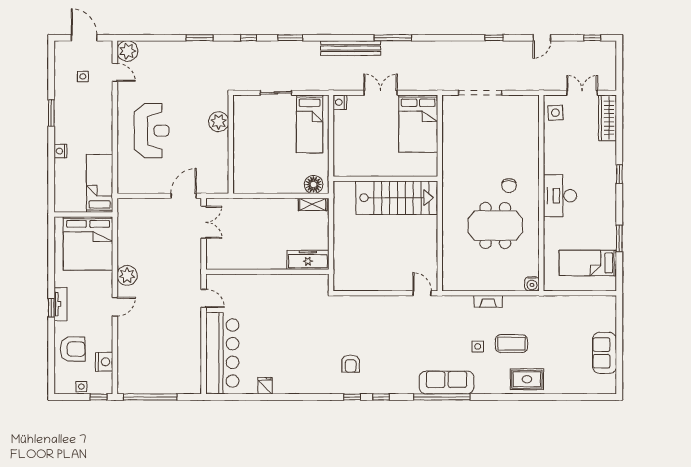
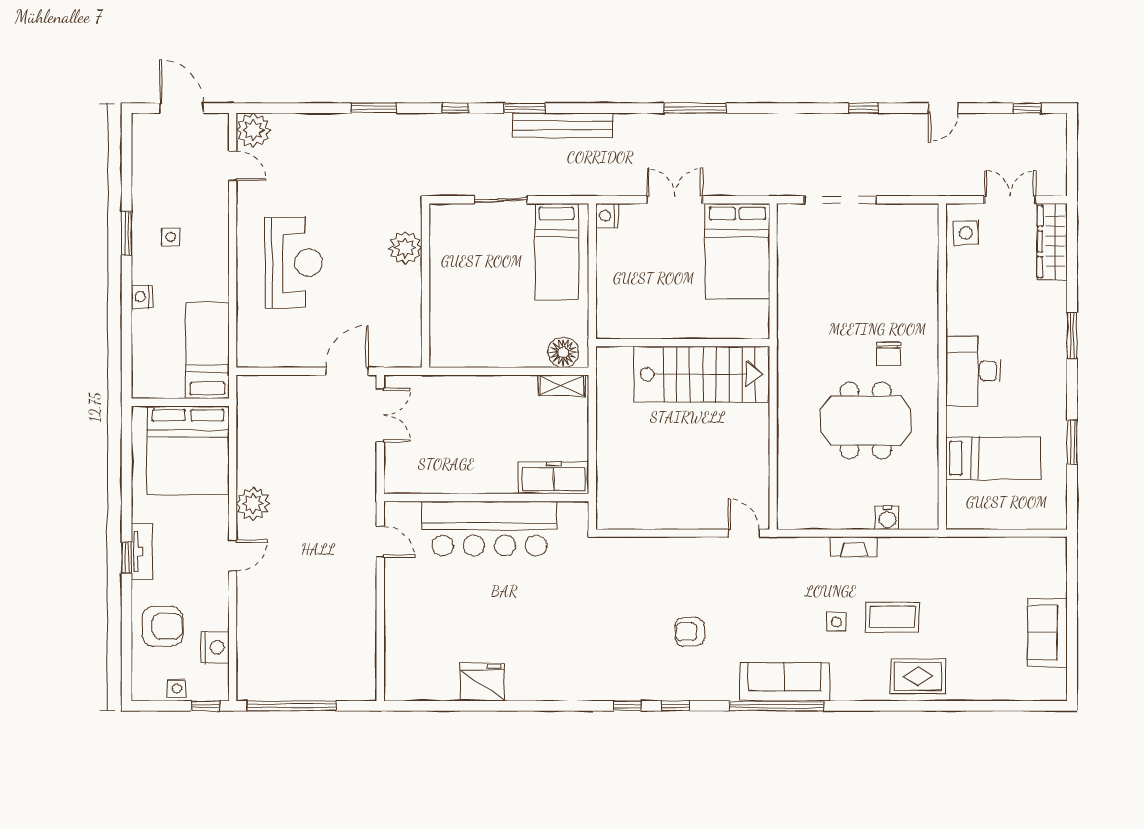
bench: (351, 48) -> (563, 125), moved
side table: (83, 76) -> (171, 237), moved
window: (619, 174) -> (1072, 335), width x1.50
bed: (588, 263) -> (993, 458), moved, turned 180
water cooler: (532, 284) -> (887, 518), moved
bar counter: (222, 353) -> (489, 529), moved, turned 90
armchair: (351, 364) -> (690, 632), moved, turned 90
fridge: (265, 386) -> (482, 682), width x1.88, depth x1.34

